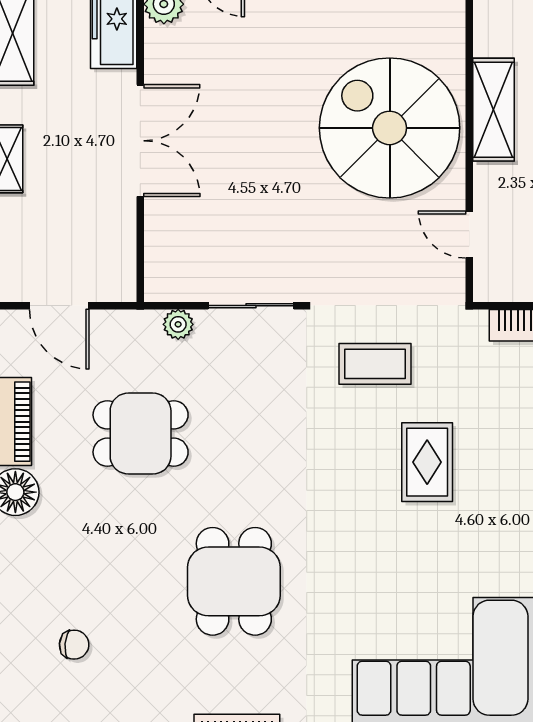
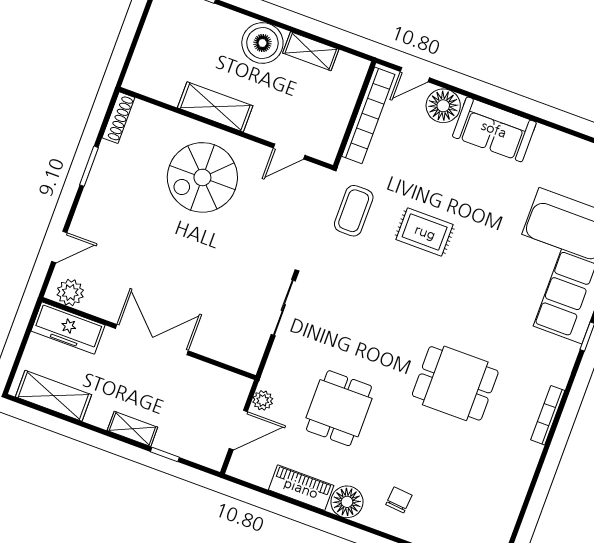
spiral stairs: (390, 128) -> (202, 177), width x0.73, depth x0.73
plant: (178, 324) -> (263, 400), moved
coffee table: (375, 364) -> (354, 211), moved
chair: (74, 645) -> (399, 500), moved

